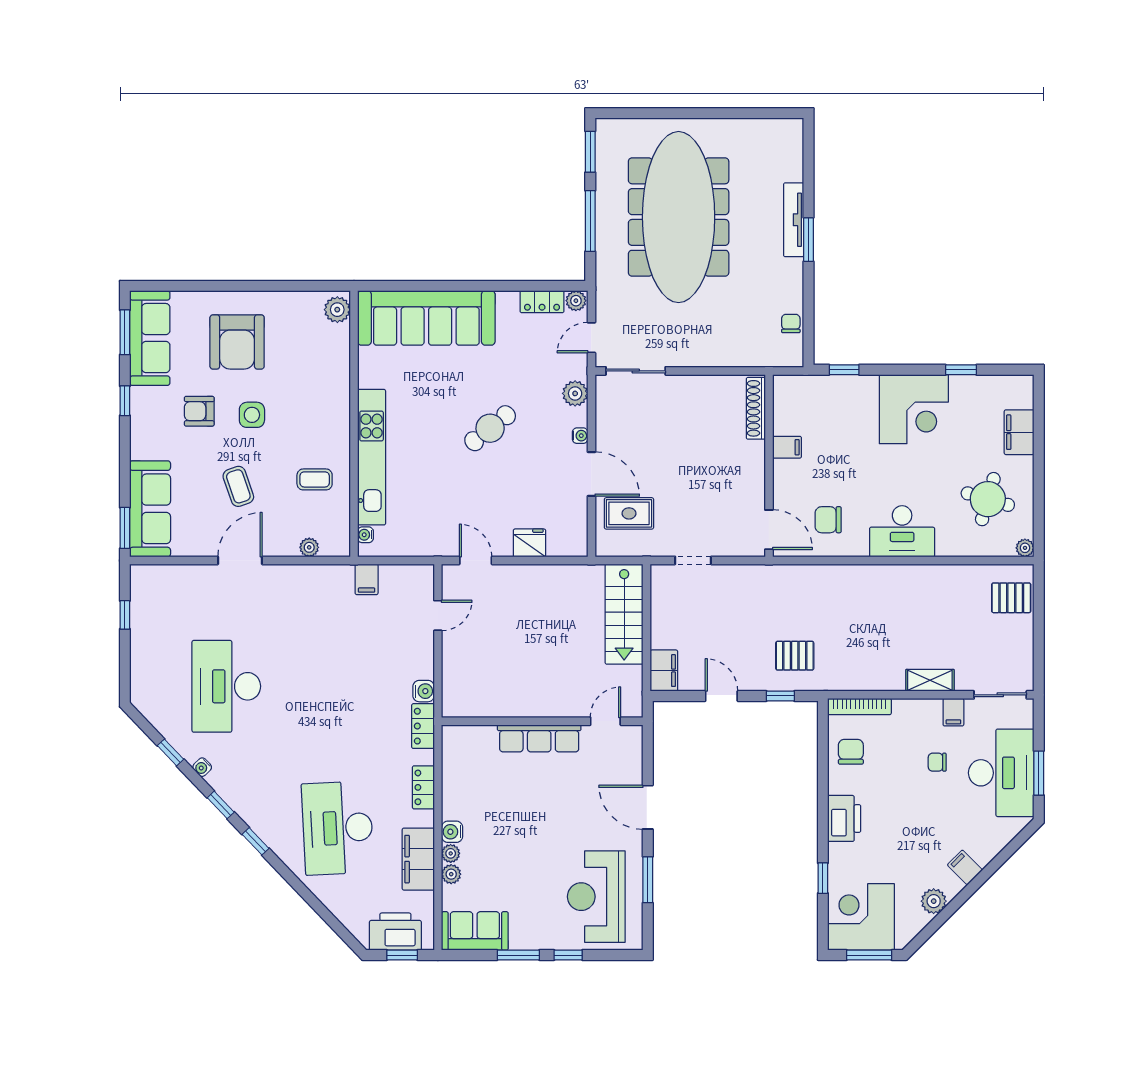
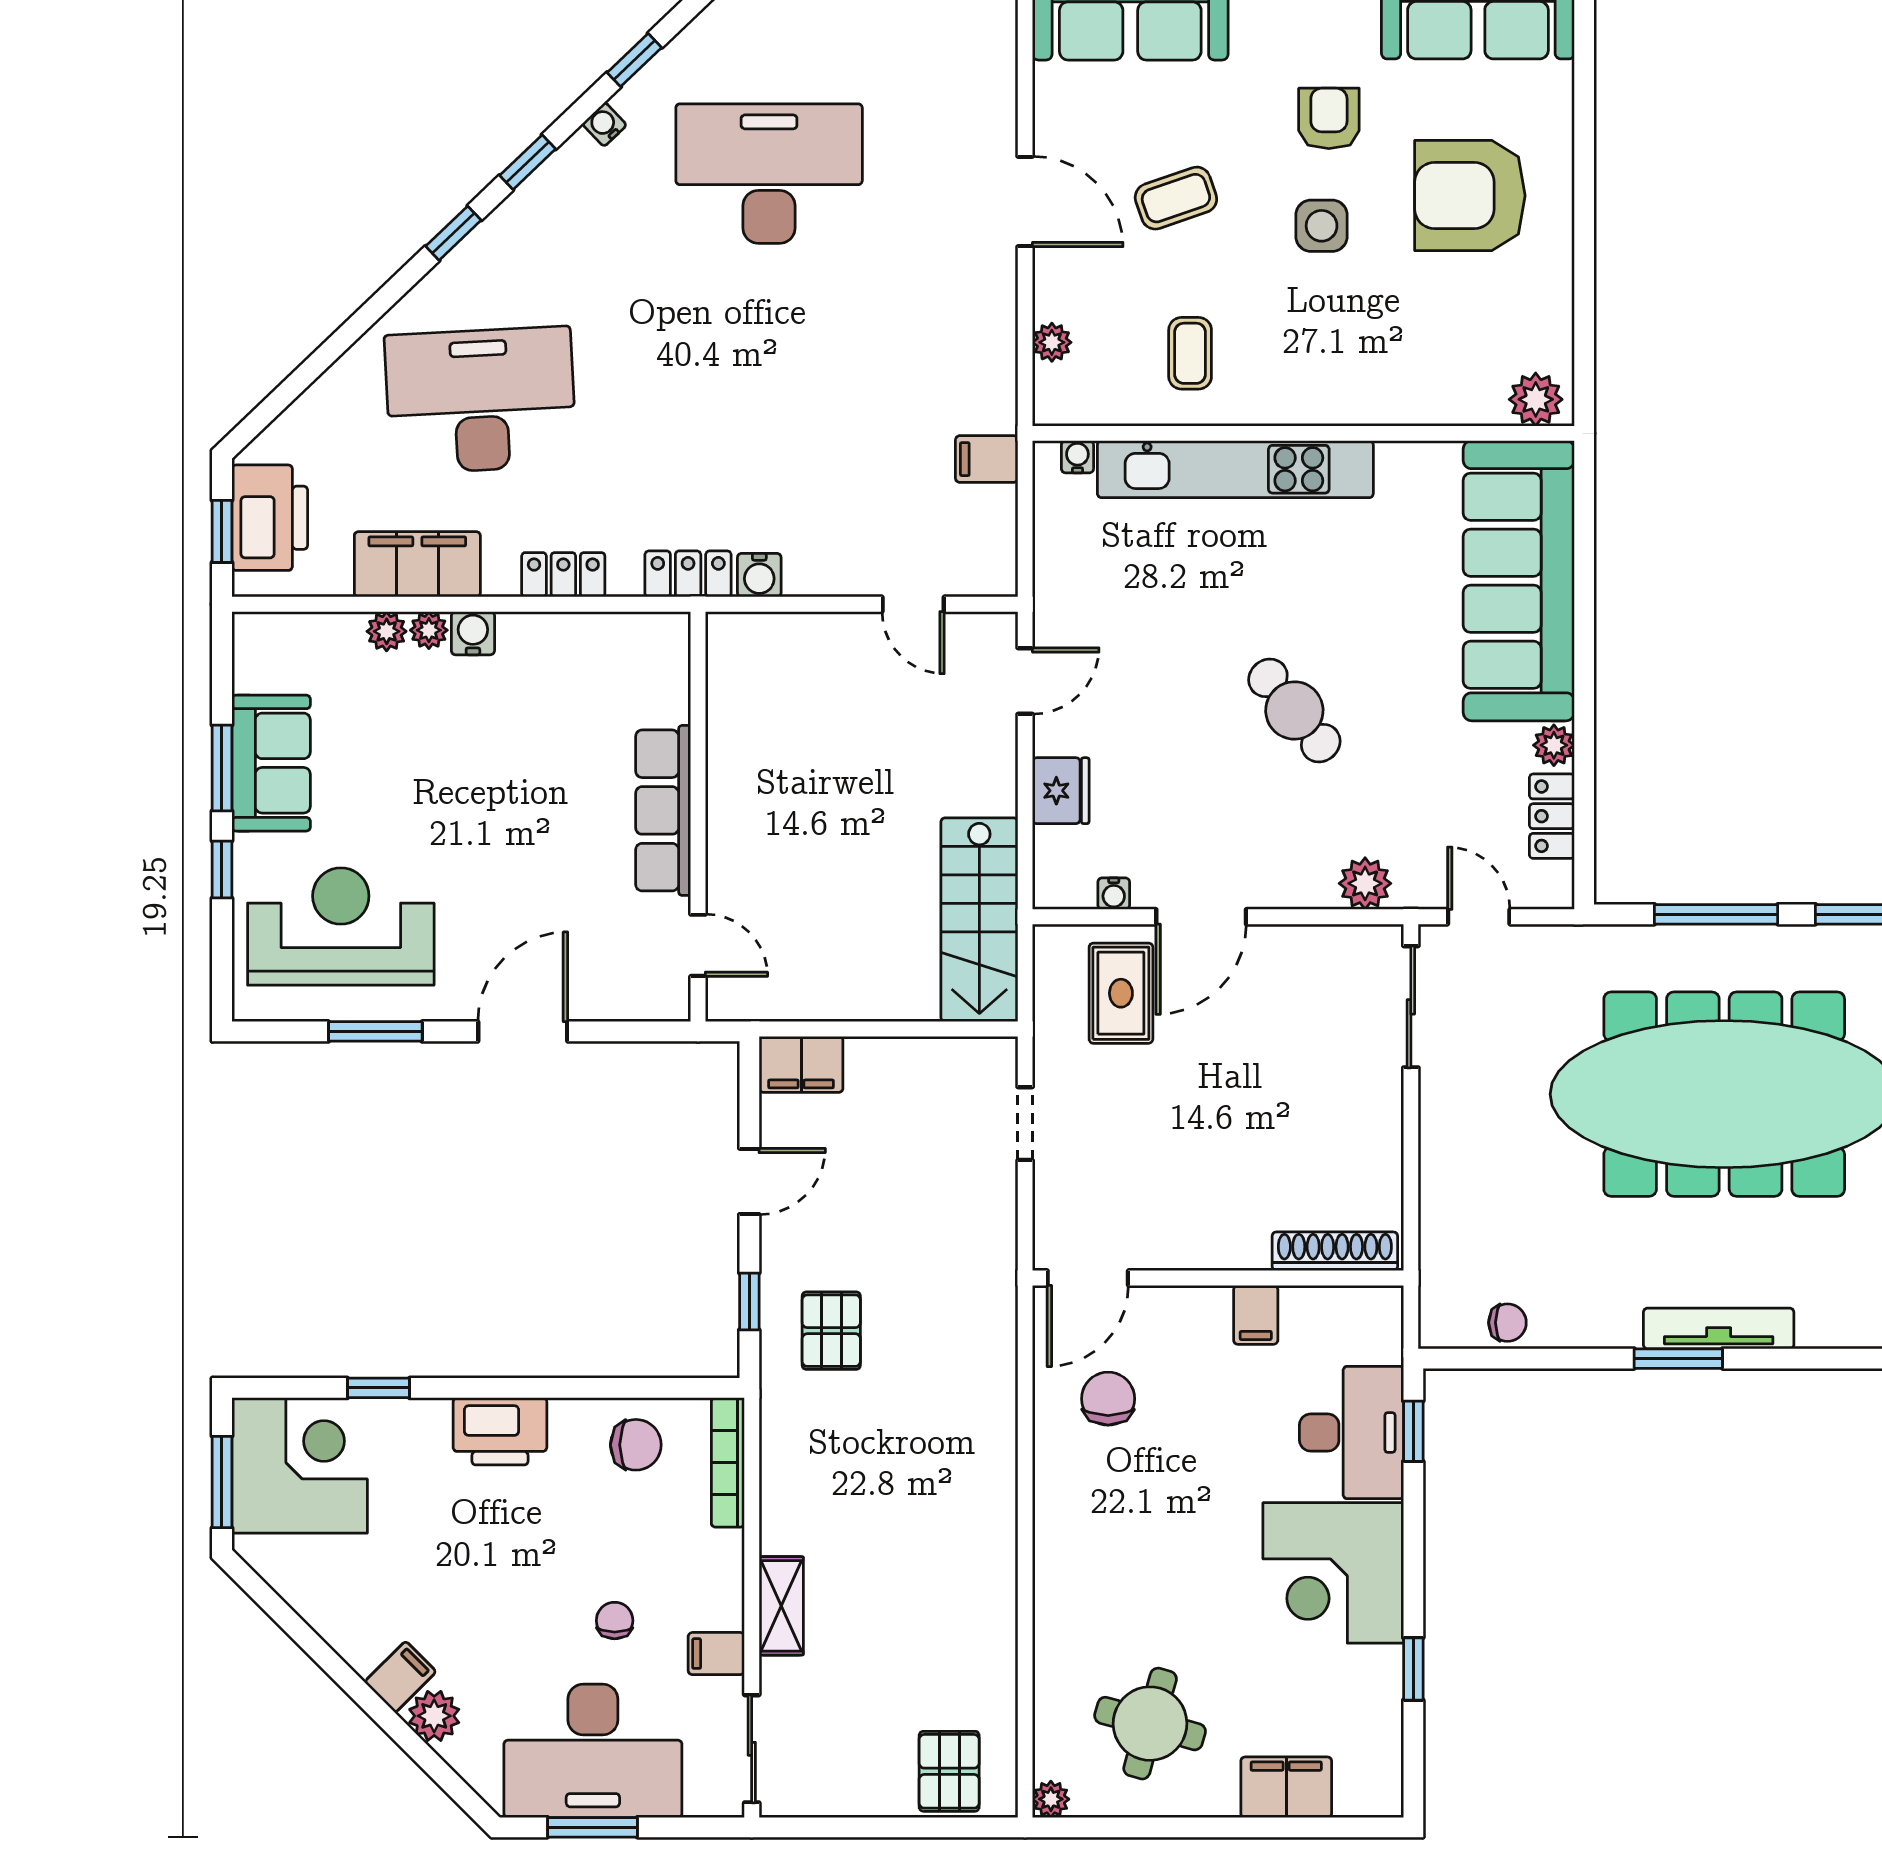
plant: (576, 301) -> (1554, 745), moved
water cooler: (580, 436) -> (1114, 894), moved
desk: (902, 531) -> (1351, 1433), moved, turned 180
stairs: (624, 614) -> (979, 920), moved, turned -90
plant: (934, 901) -> (434, 1716), moved
sofa: (475, 931) -> (271, 763), moved

